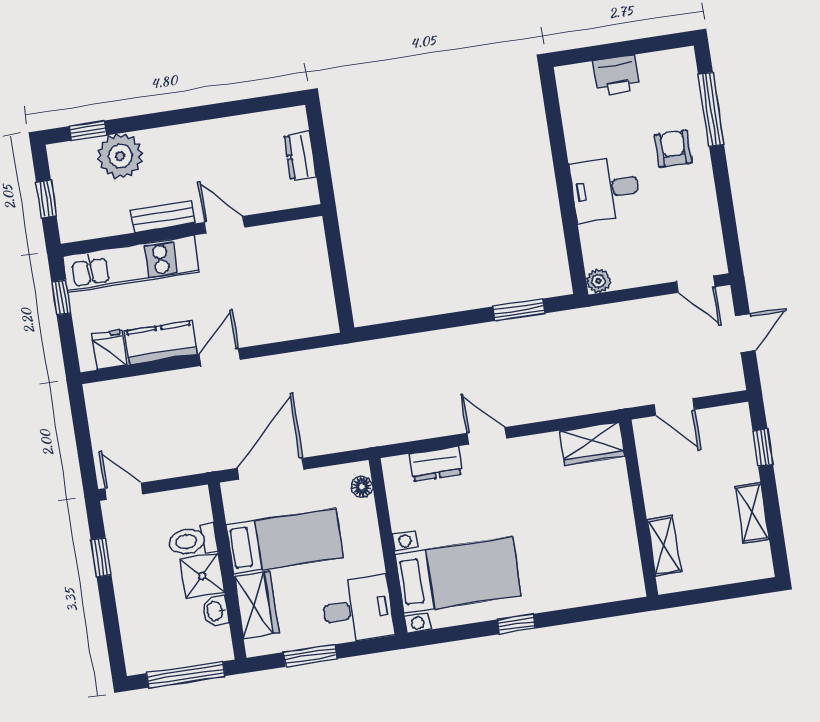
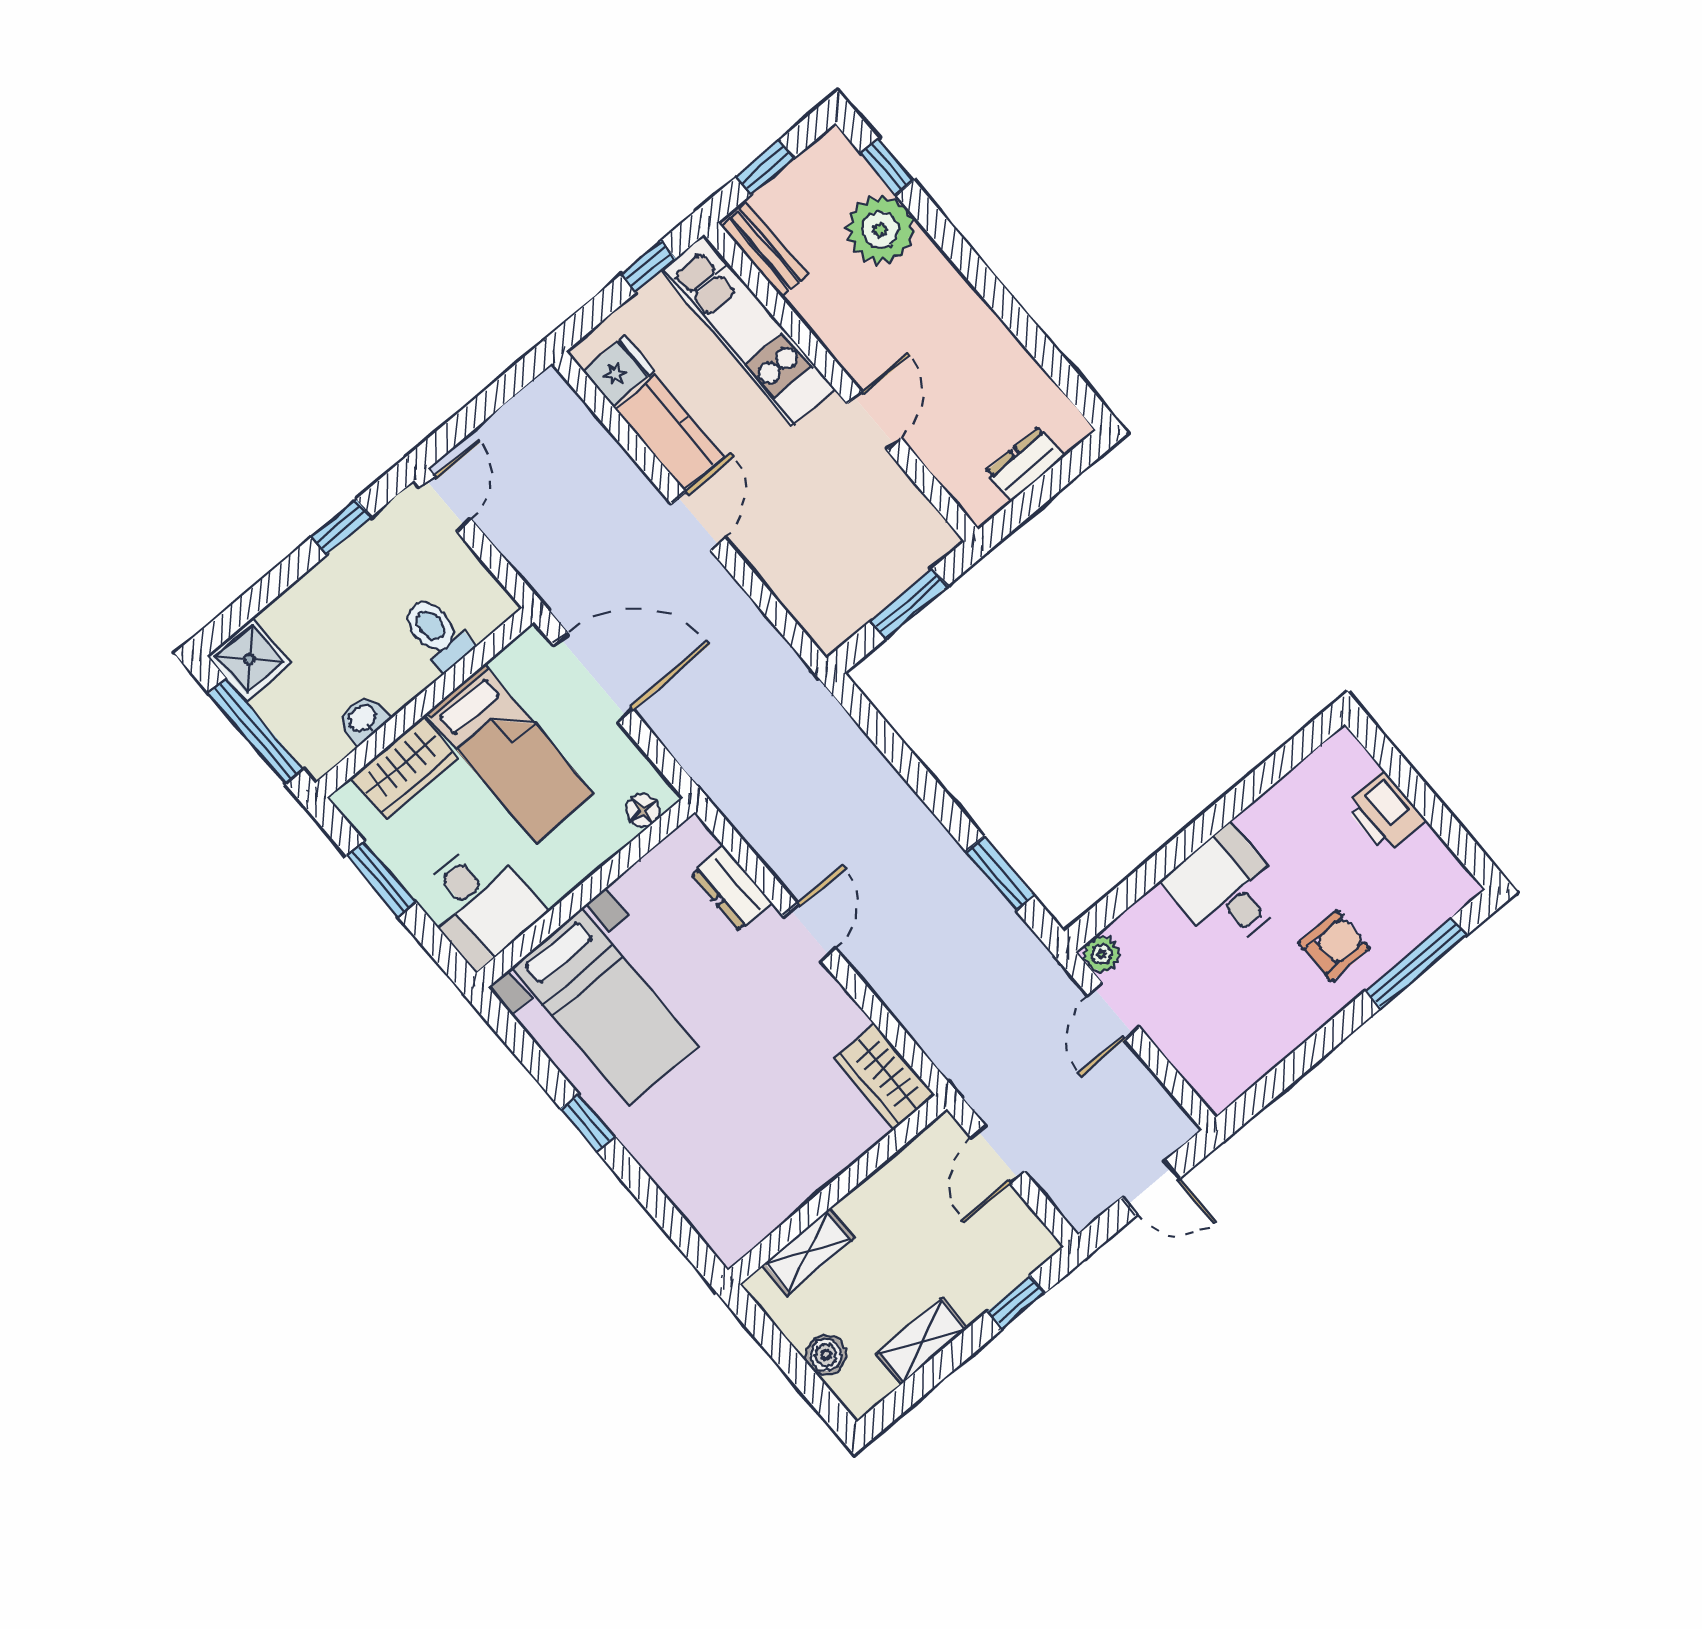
bench: (163, 216) -> (764, 250), moved
window: (338, 268) -> (909, 603), added
door: (696, 284) -> (1113, 1011), moved
door: (220, 357) -> (698, 521), hinge flipped
boiler: (727, 571) -> (826, 1355), added
shower: (202, 576) -> (249, 659), moved

